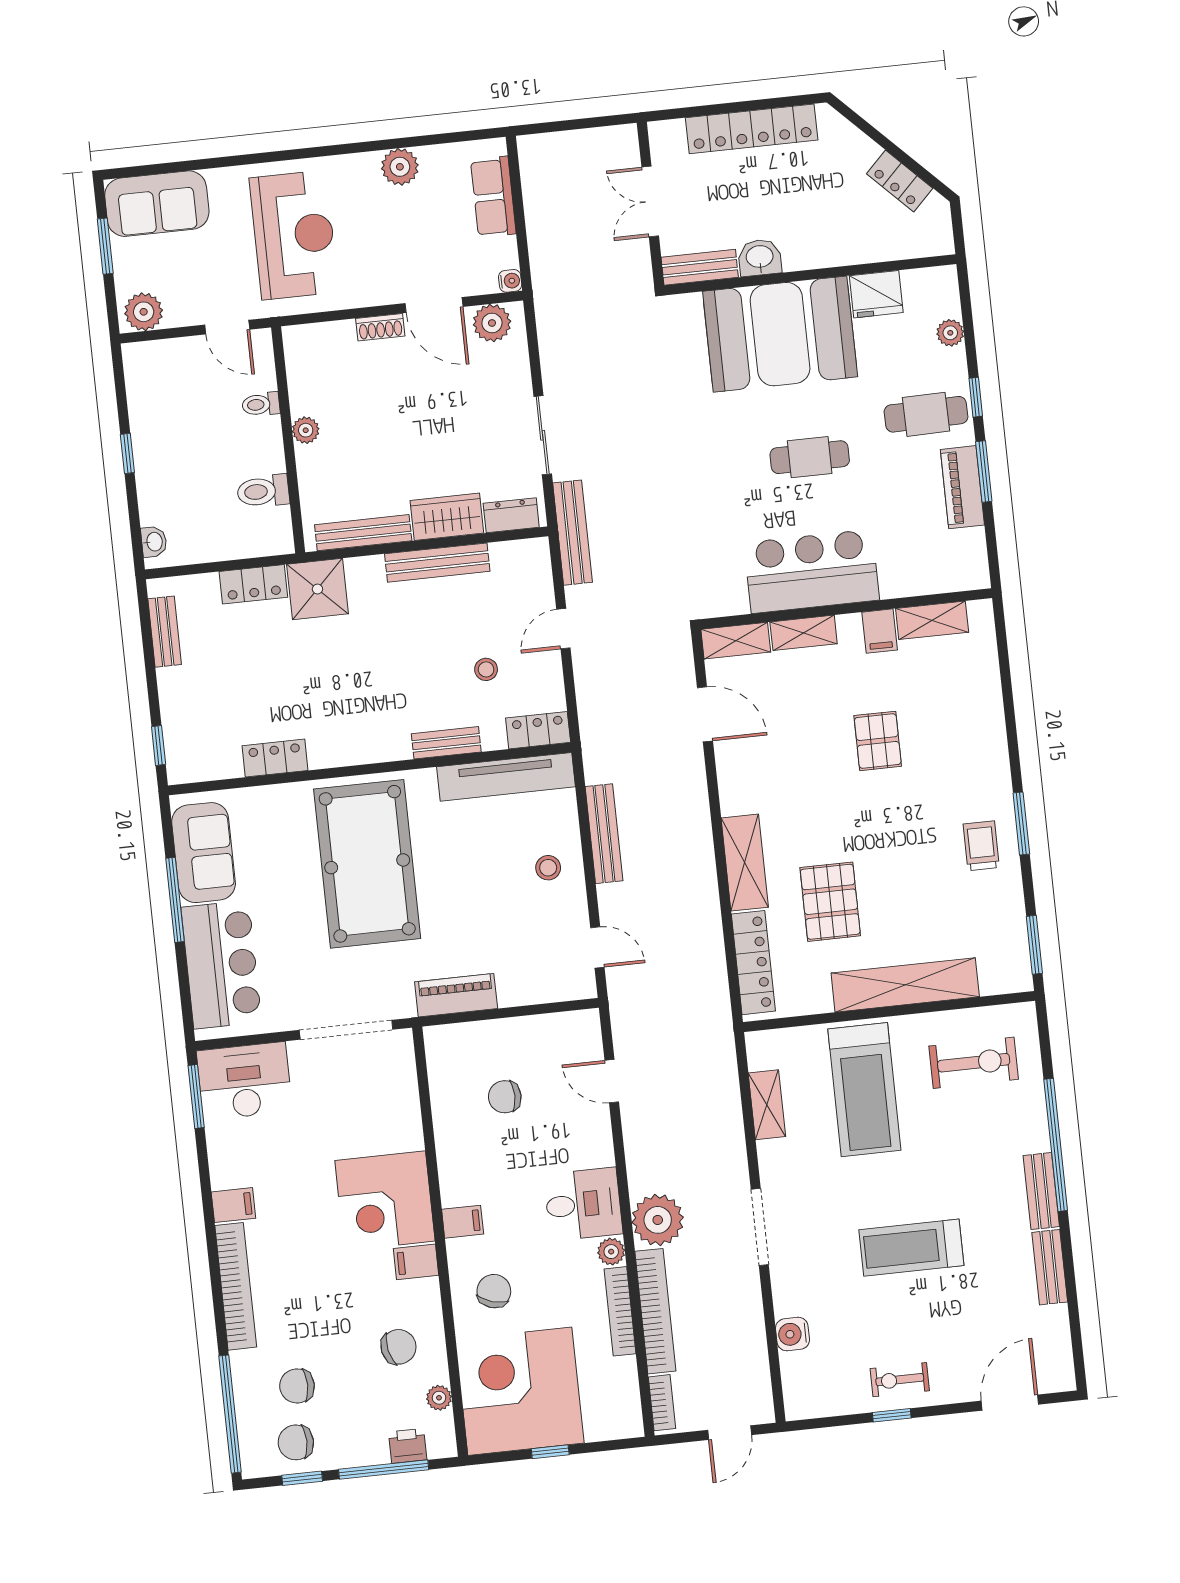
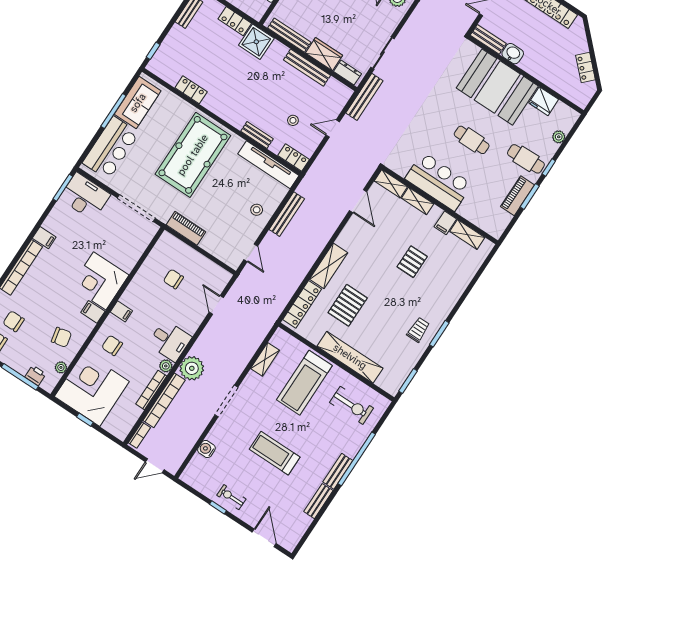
chair: (494, 1291) -> (112, 345), turned -107
door: (1010, 1403) -> (264, 538), hinge flipped

